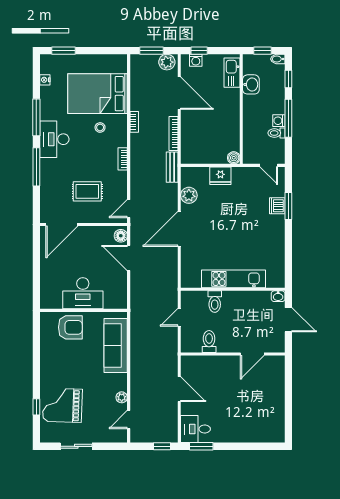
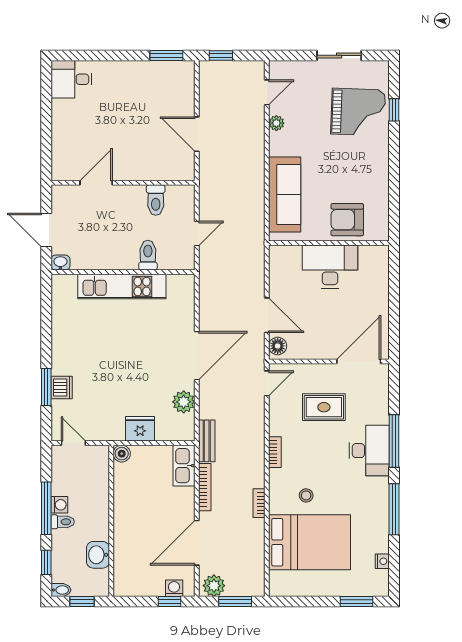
kitchen sink: (232, 73) -> (184, 466), moved, turned 180
door: (179, 93) -> (197, 543), hinge flipped
toilet: (277, 133) -> (63, 522), moved
desk: (54, 139) -> (369, 451), moved
desk: (196, 429) -> (71, 79), moved, turned 180

